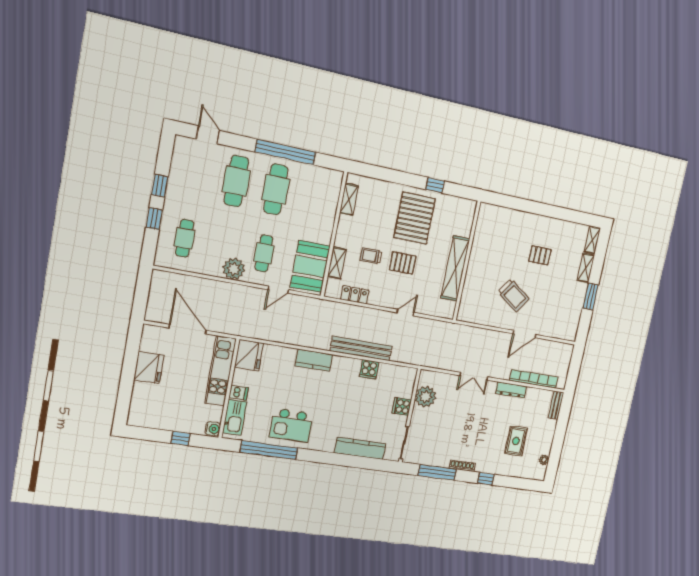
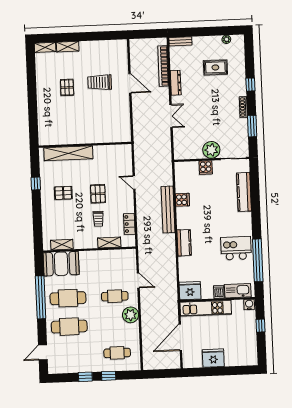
pallet: (415, 218) -> (63, 193), width x0.49, depth x0.50
booth: (310, 267) -> (61, 264), moved
shelving: (455, 268) -> (68, 153), moved
trolley: (514, 295) -> (100, 82), moved, turned -124
window: (590, 297) -> (89, 36), removed
plant: (426, 397) -> (211, 150), moved
kitchen island: (291, 425) -> (236, 248), turned -90
window: (437, 472) -> (252, 126), width x0.69

